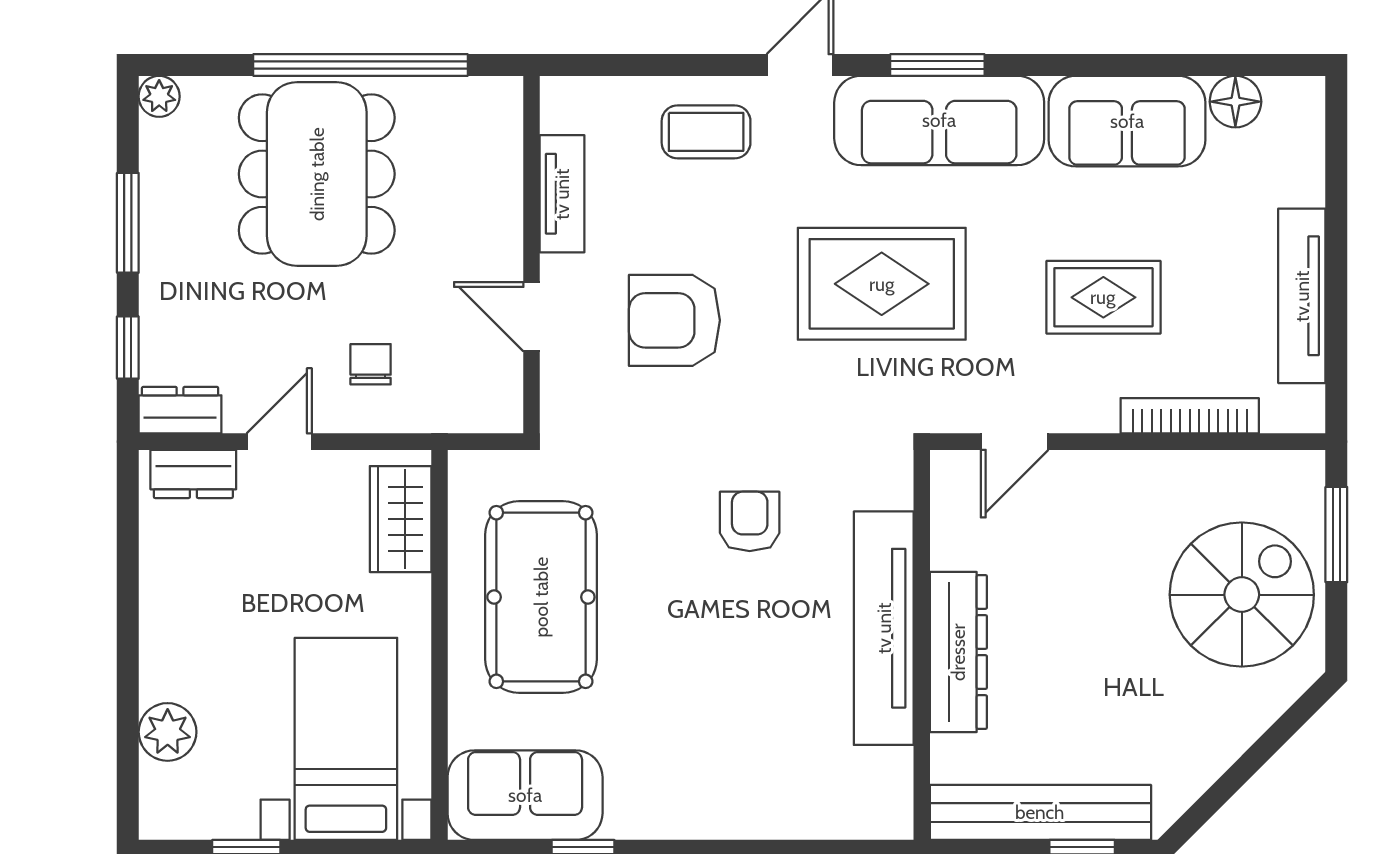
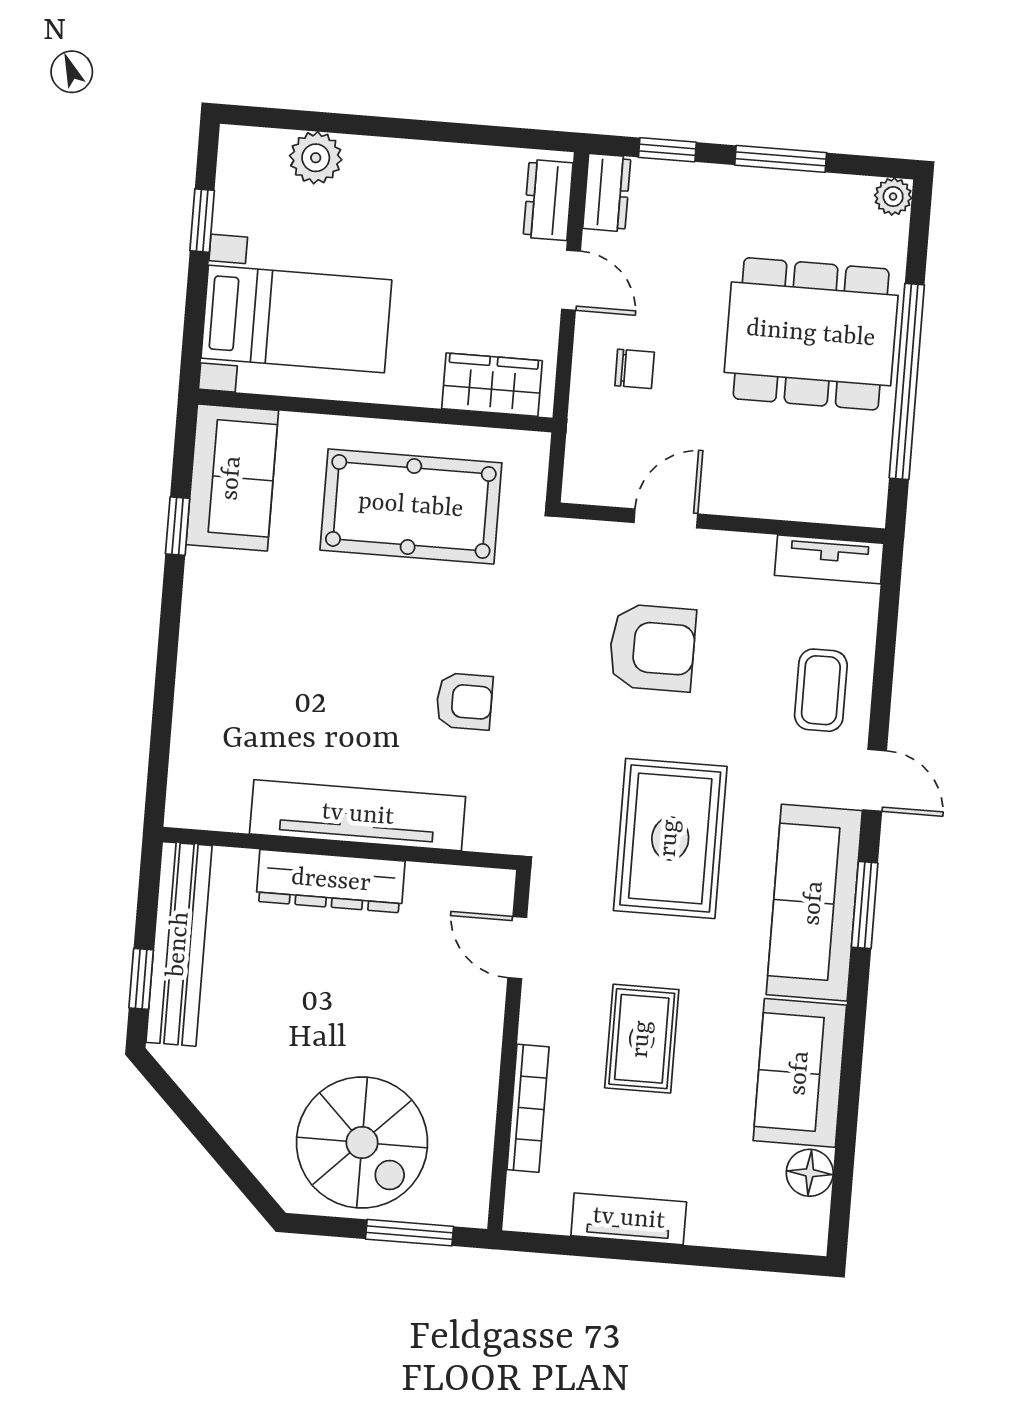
tv unit: (562, 194) -> (829, 559), moved
tv unit: (1302, 296) -> (629, 1219), width x0.71
armchair: (674, 320) -> (652, 648), turned 90

